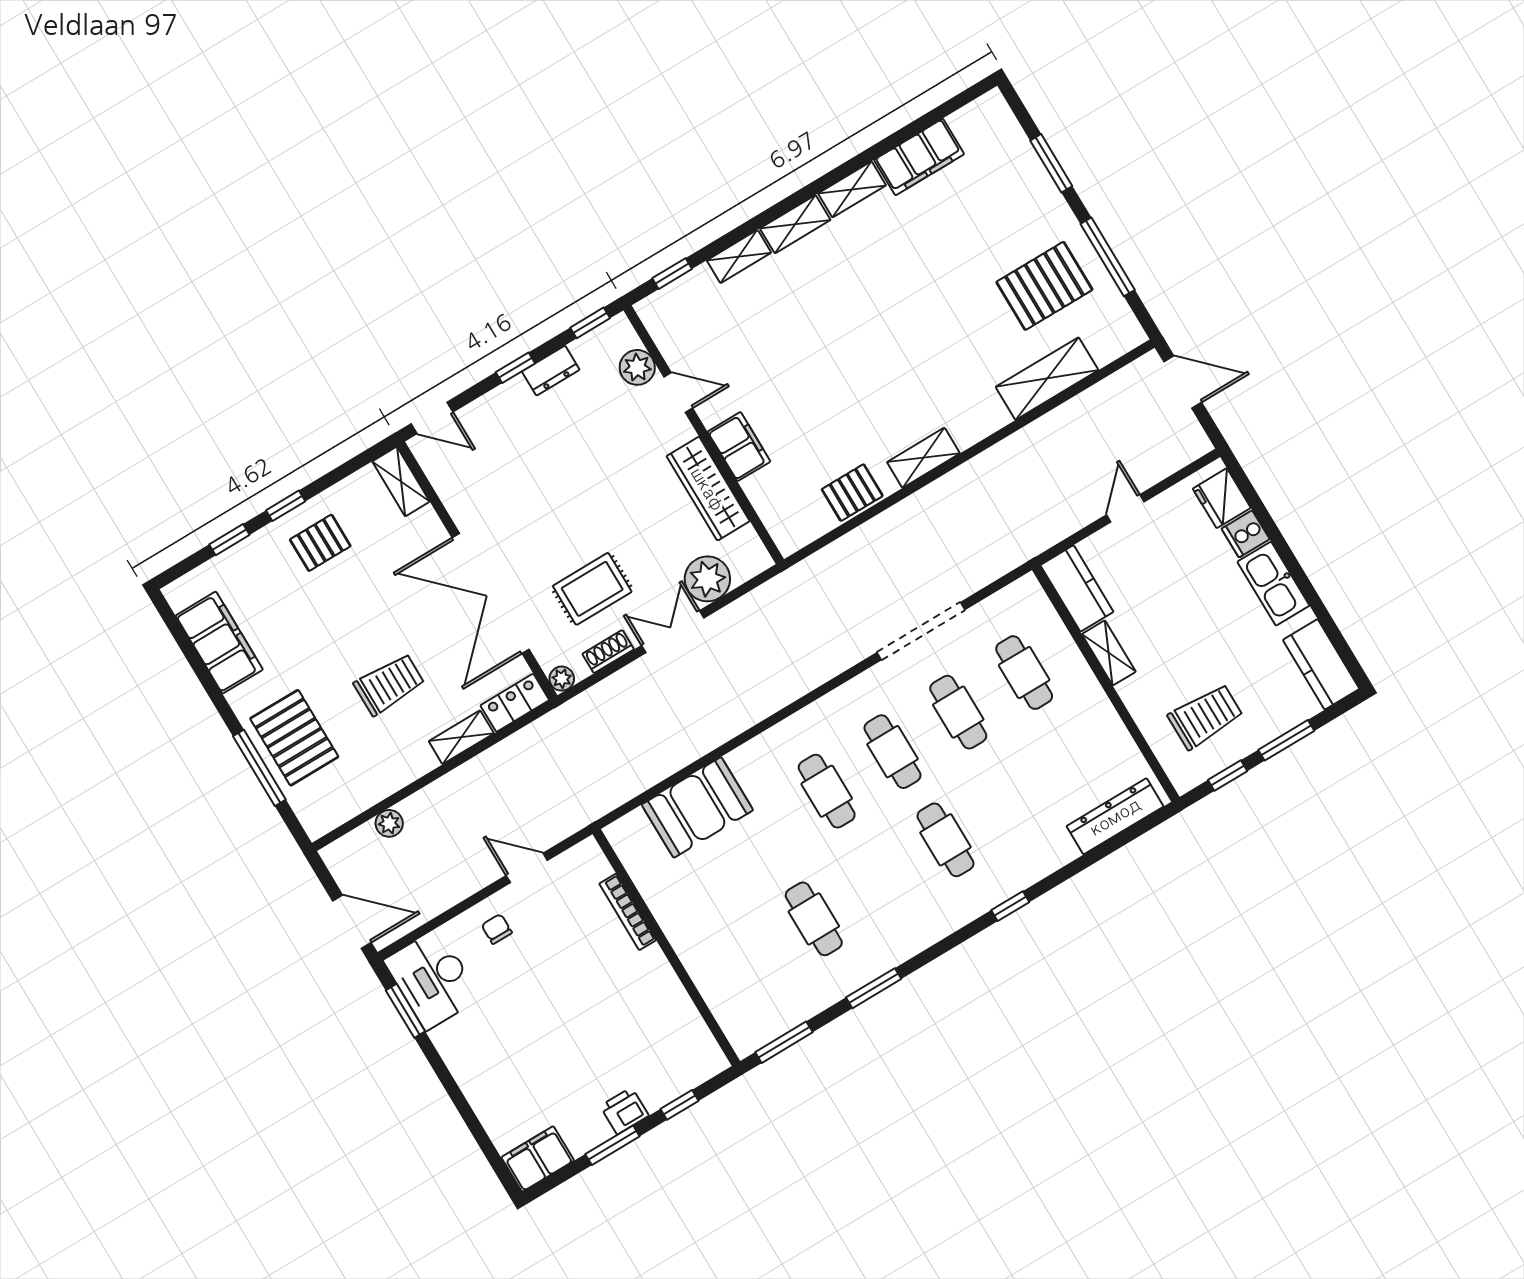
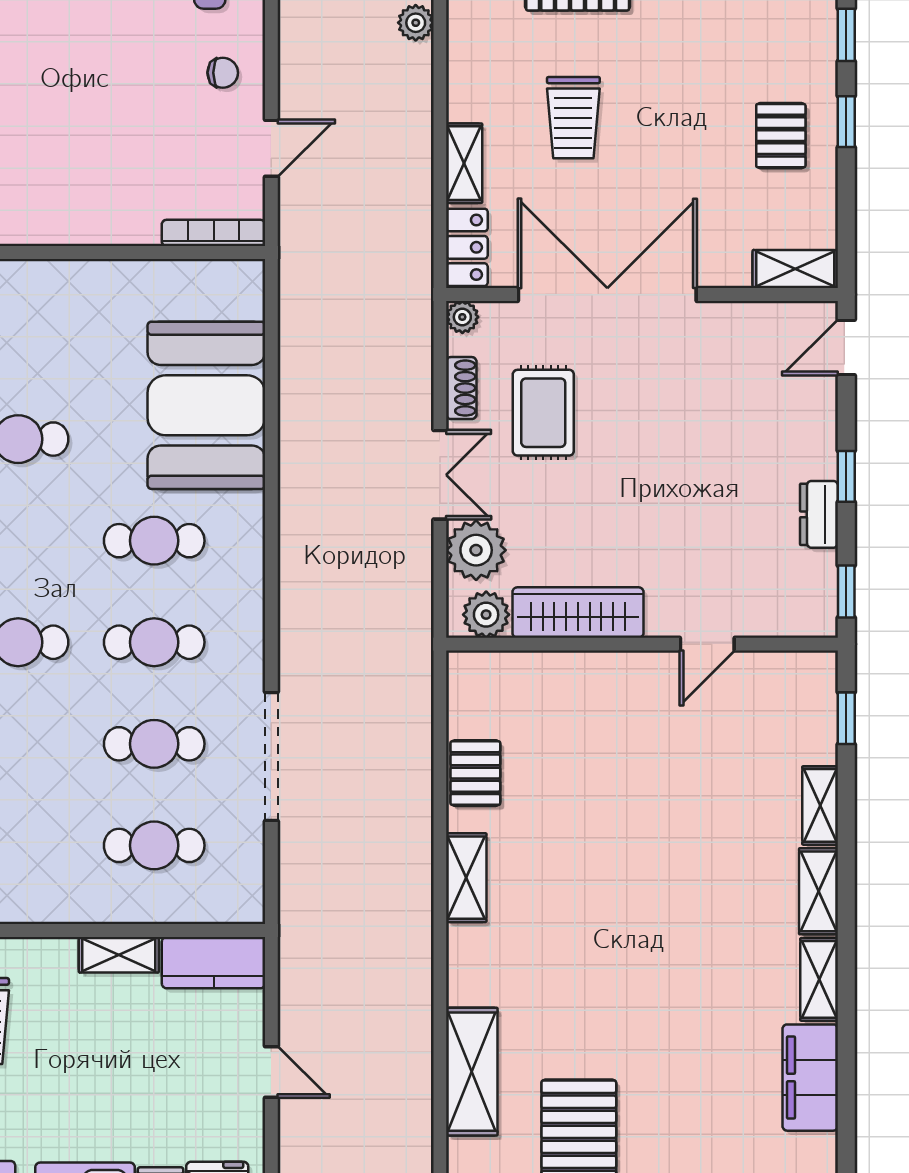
plant: (637, 367) -> (486, 615), moved
filing cabinet: (739, 447) -> (605, 676), removed
booth: (697, 807) -> (206, 405), width x1.36, depth x1.42
bookcase: (628, 912) -> (214, 233), moved

